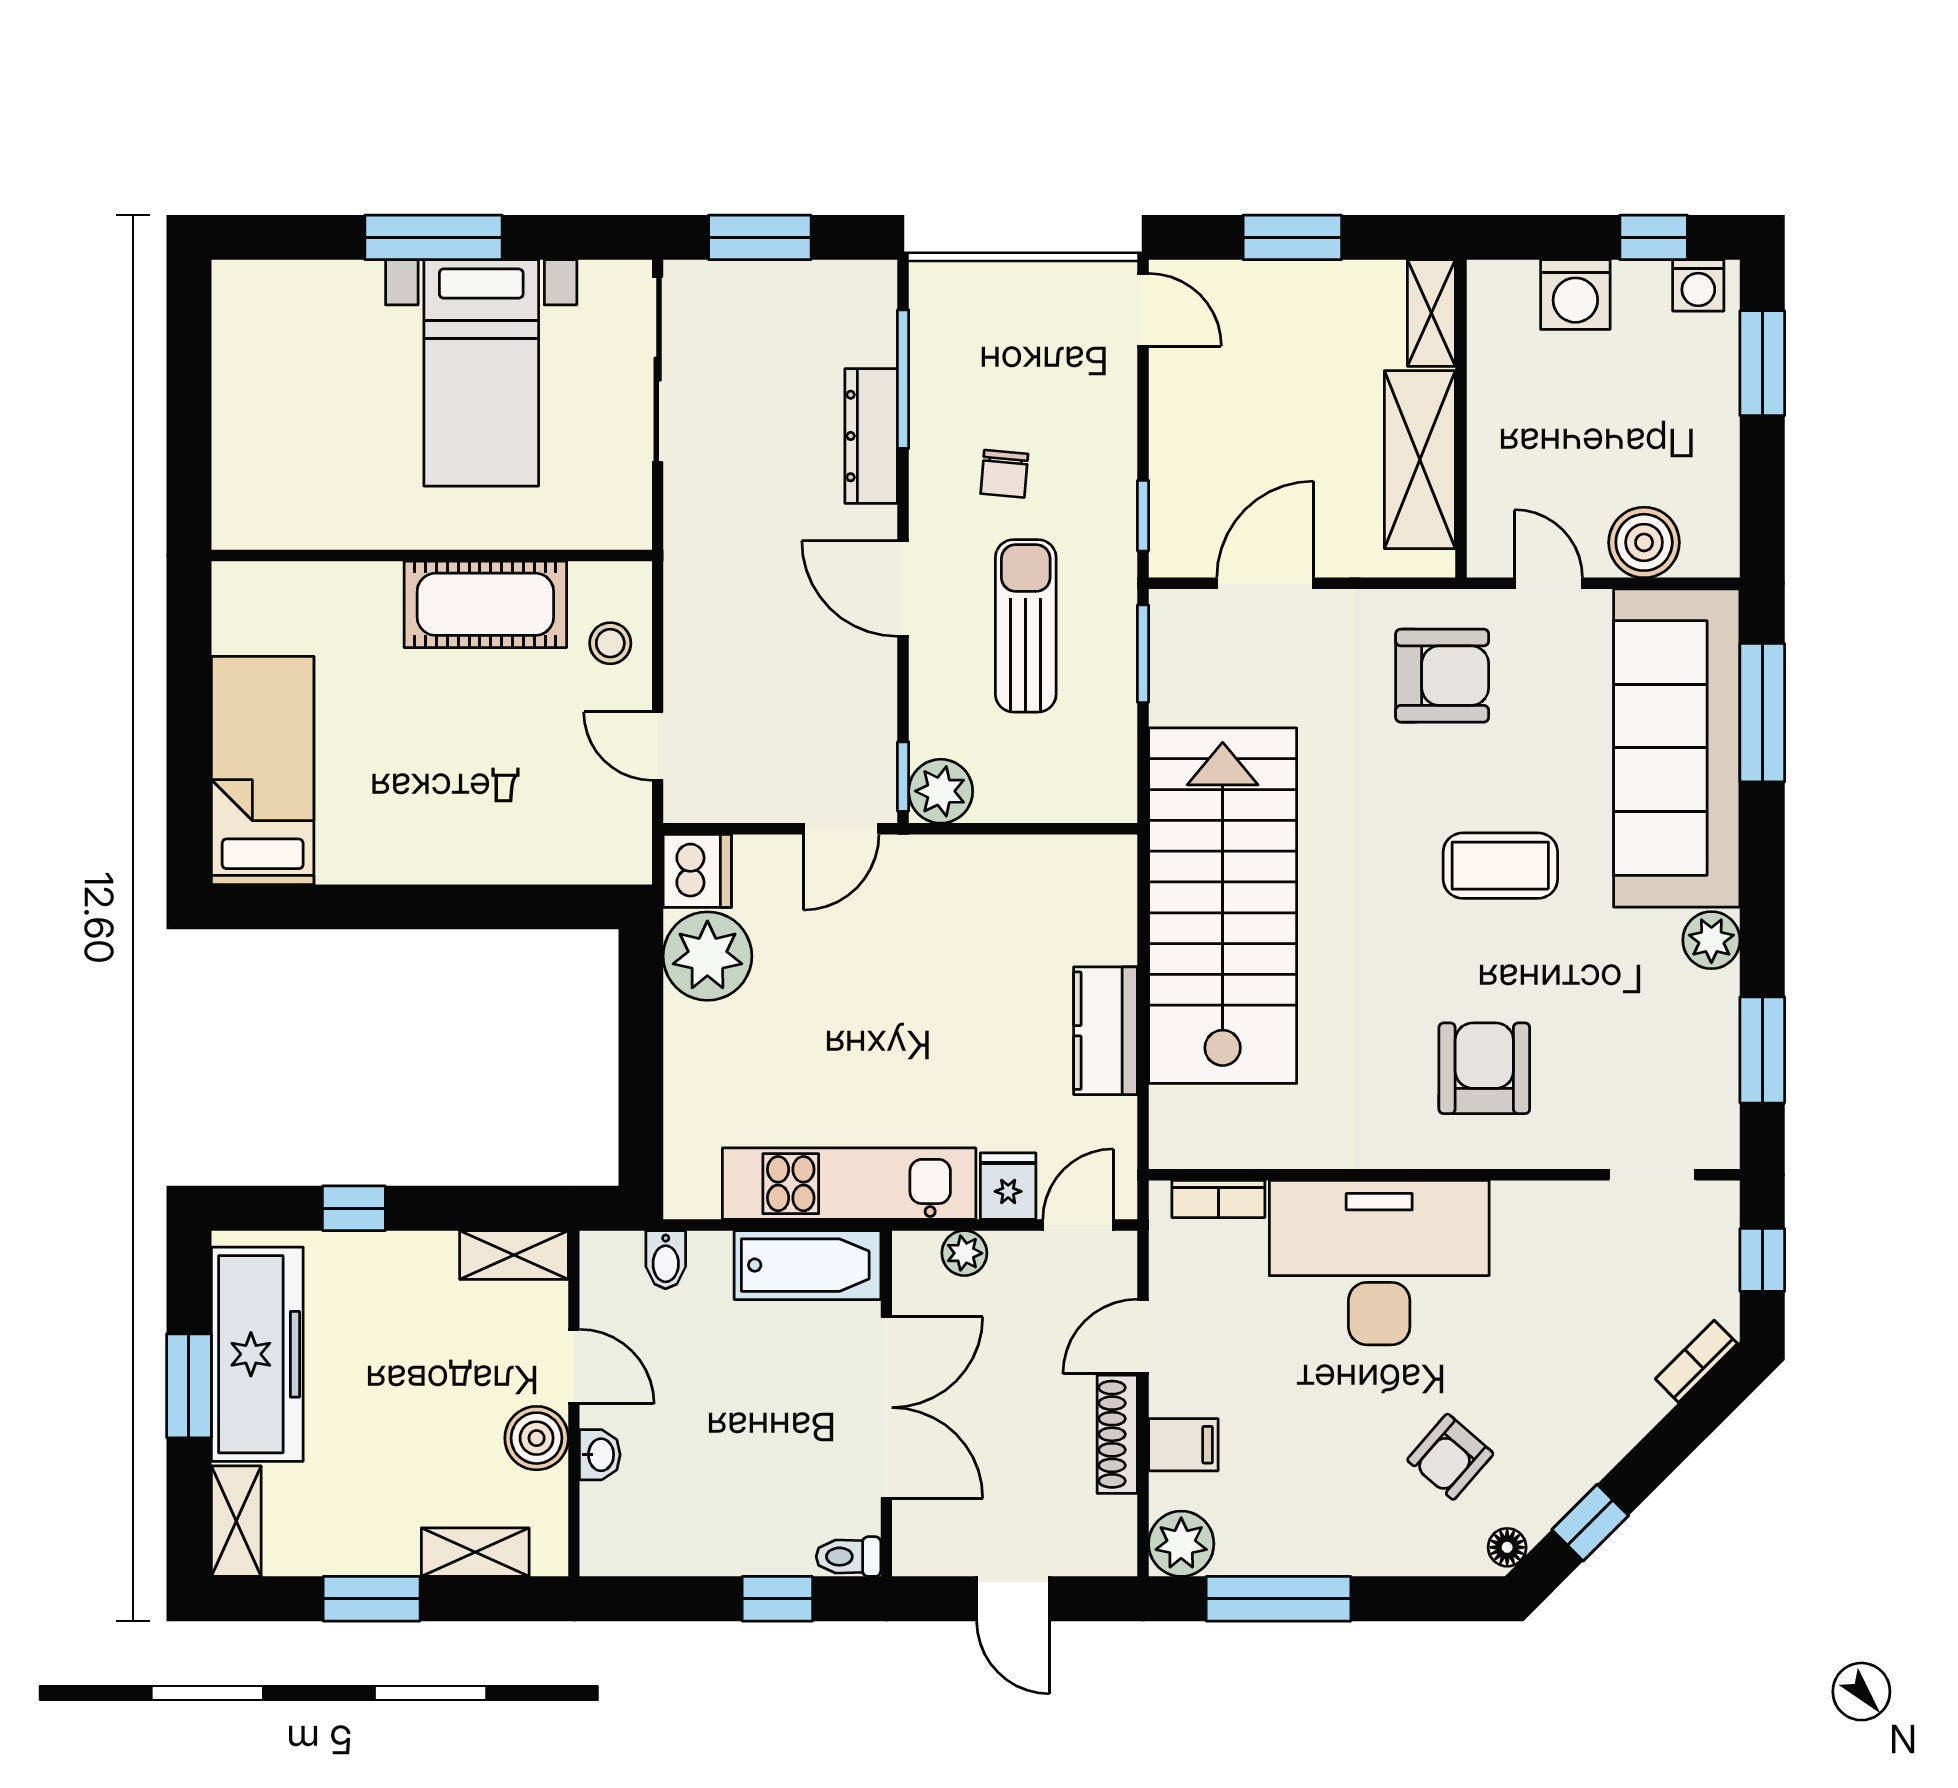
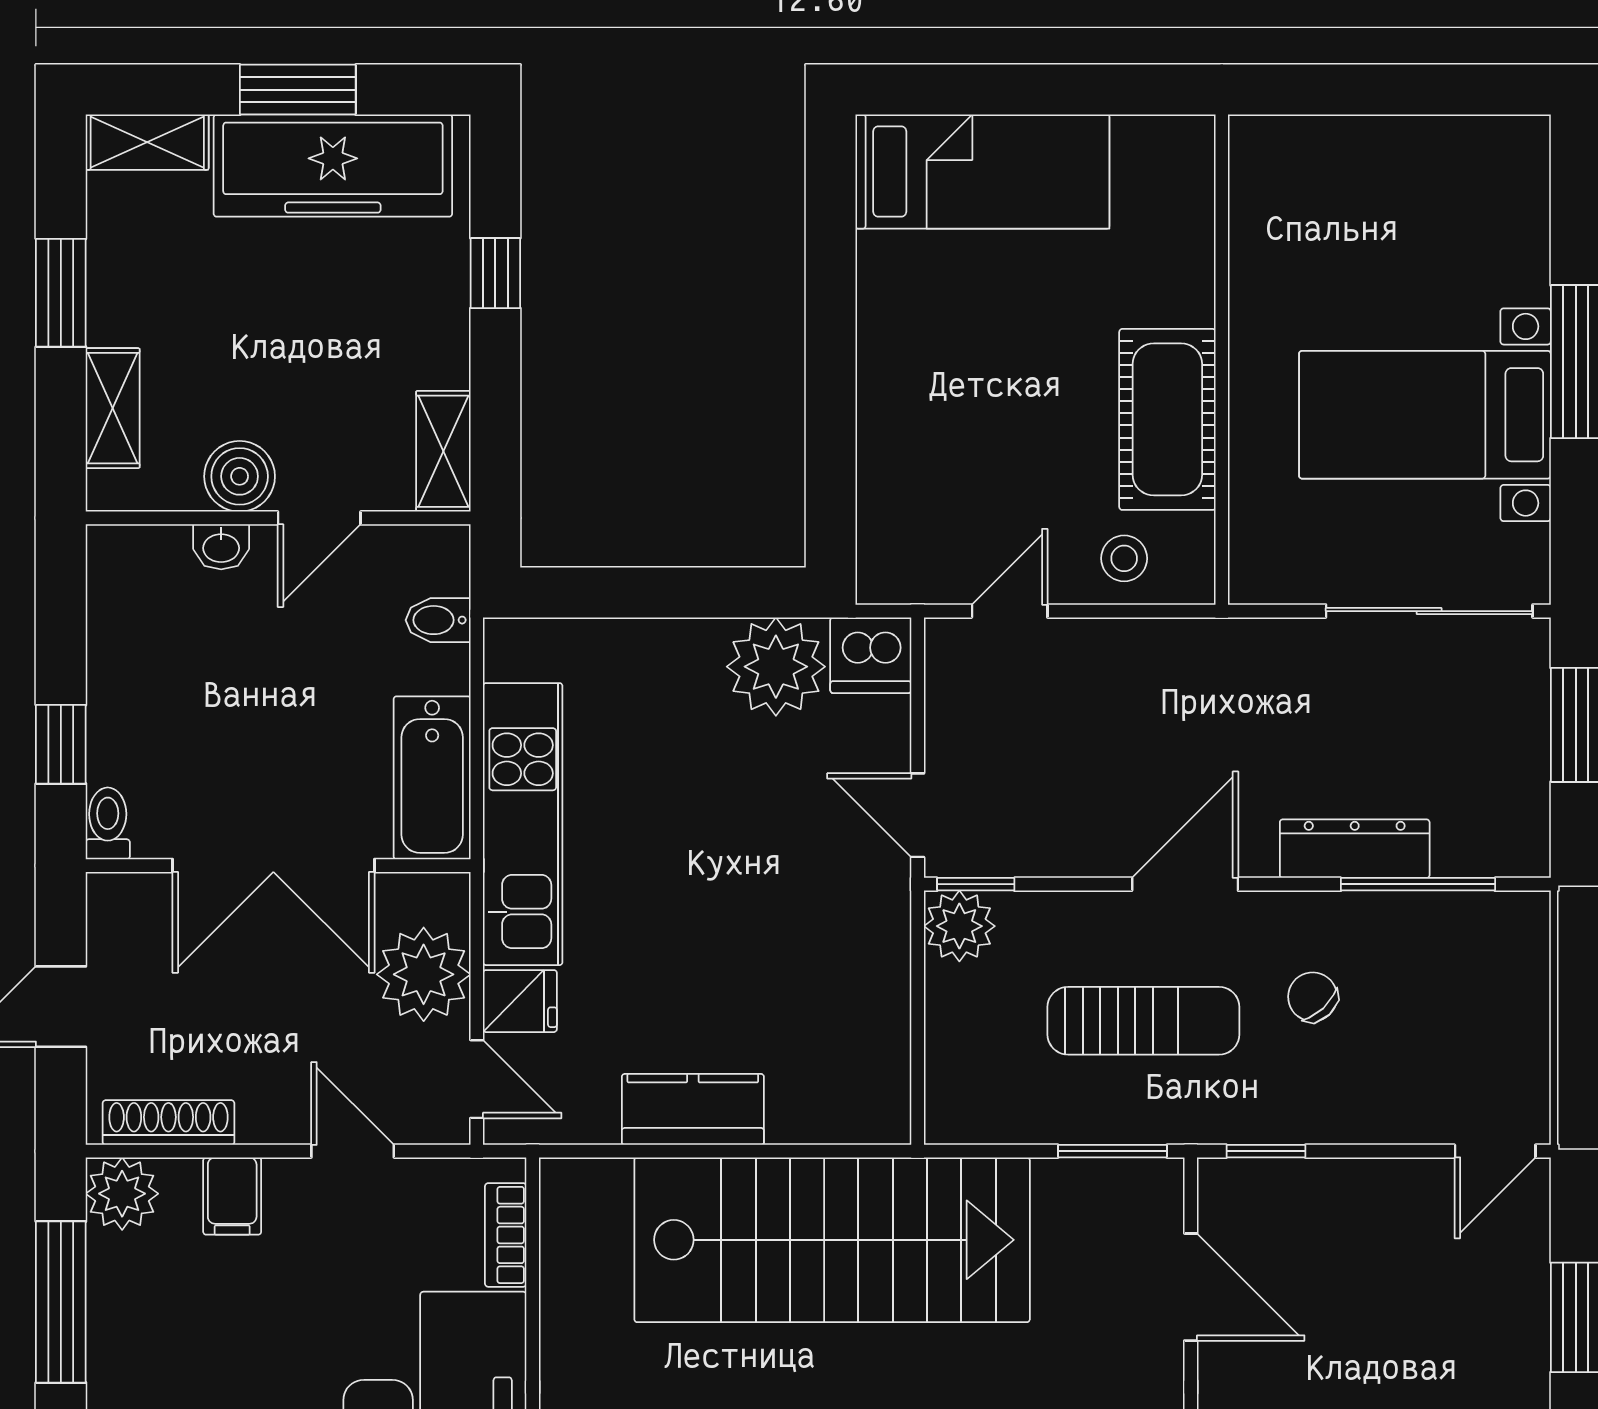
chair: (1004, 474) -> (1313, 997), turned 42
plant: (964, 1253) -> (424, 974), width x1.88, depth x1.88
shoe rack: (1117, 1434) -> (168, 1123), moved

